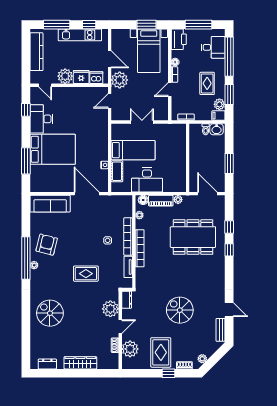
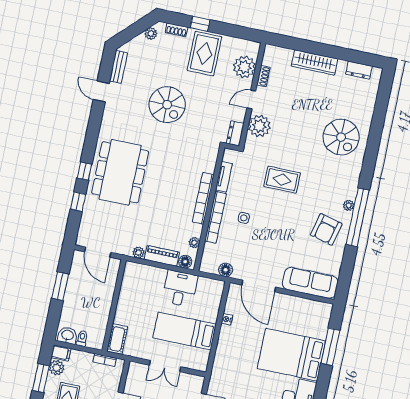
cot: (117, 171) -> (117, 339), moved
desk: (147, 180) -> (180, 288), width x0.73
floor lamp: (113, 200) -> (226, 270), added
dining table: (193, 237) -> (120, 172), moved, turned 90

